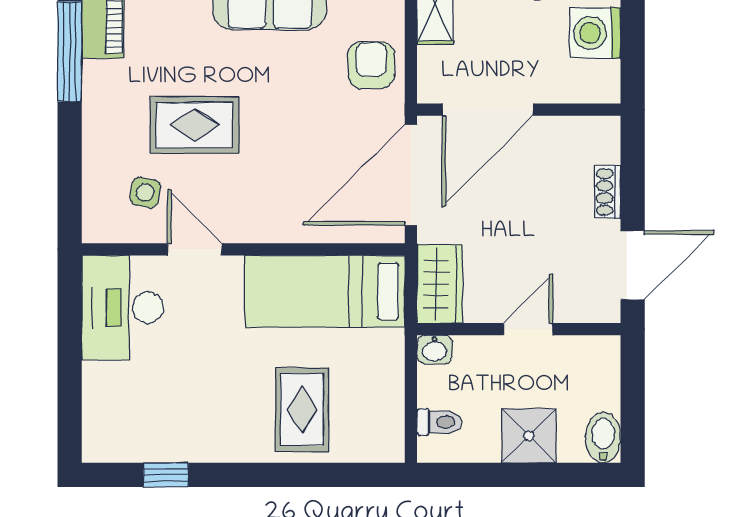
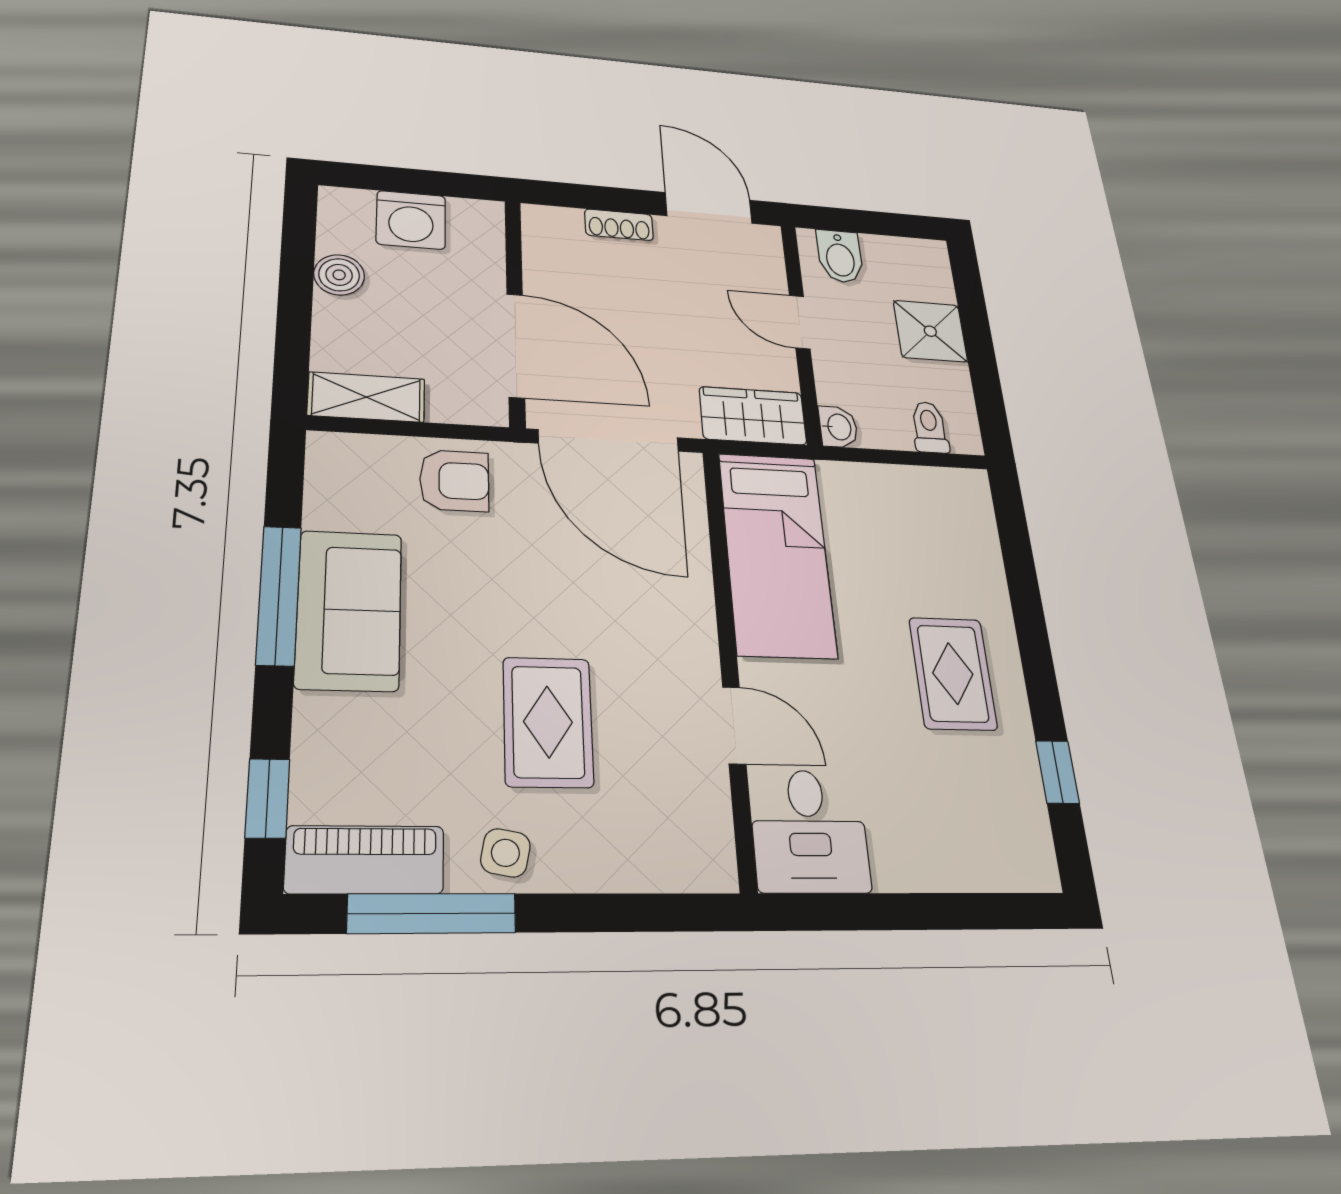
armchair: (371, 65) -> (454, 481), turned 180
side table: (145, 193) -> (505, 853), moved
door: (195, 249) -> (734, 725), swing flipped
desk: (123, 308) -> (809, 831), width x0.73
rug: (302, 410) -> (953, 673), moved, turned 90
bidet: (603, 438) -> (840, 256), moved, turned -90

